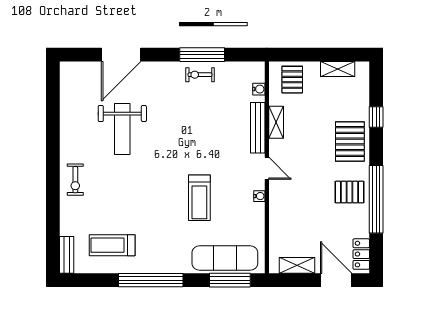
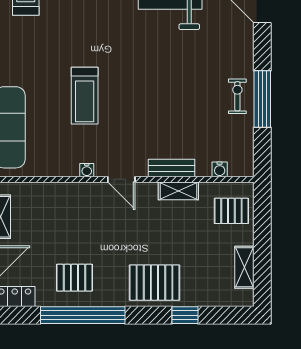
bench: (258, 128) -> (172, 168), width x0.73
door: (267, 168) -> (121, 179), hinge flipped
pallet: (349, 192) -> (74, 278), moved, turned 90
treadmill: (199, 198) -> (85, 96), turned -90

